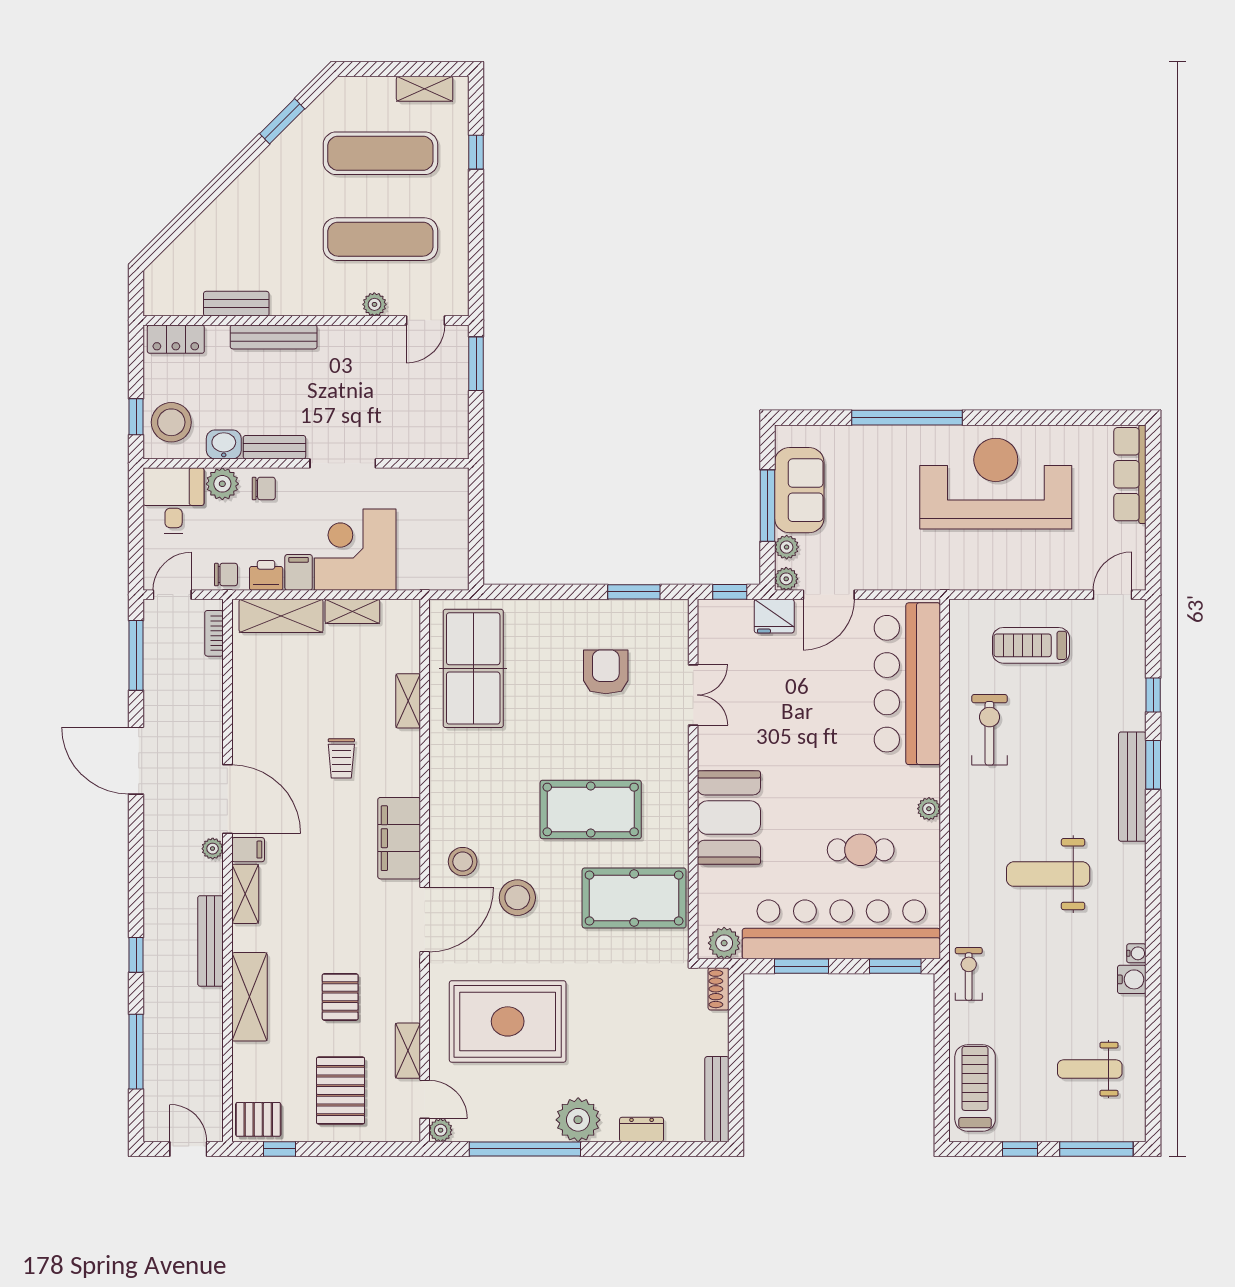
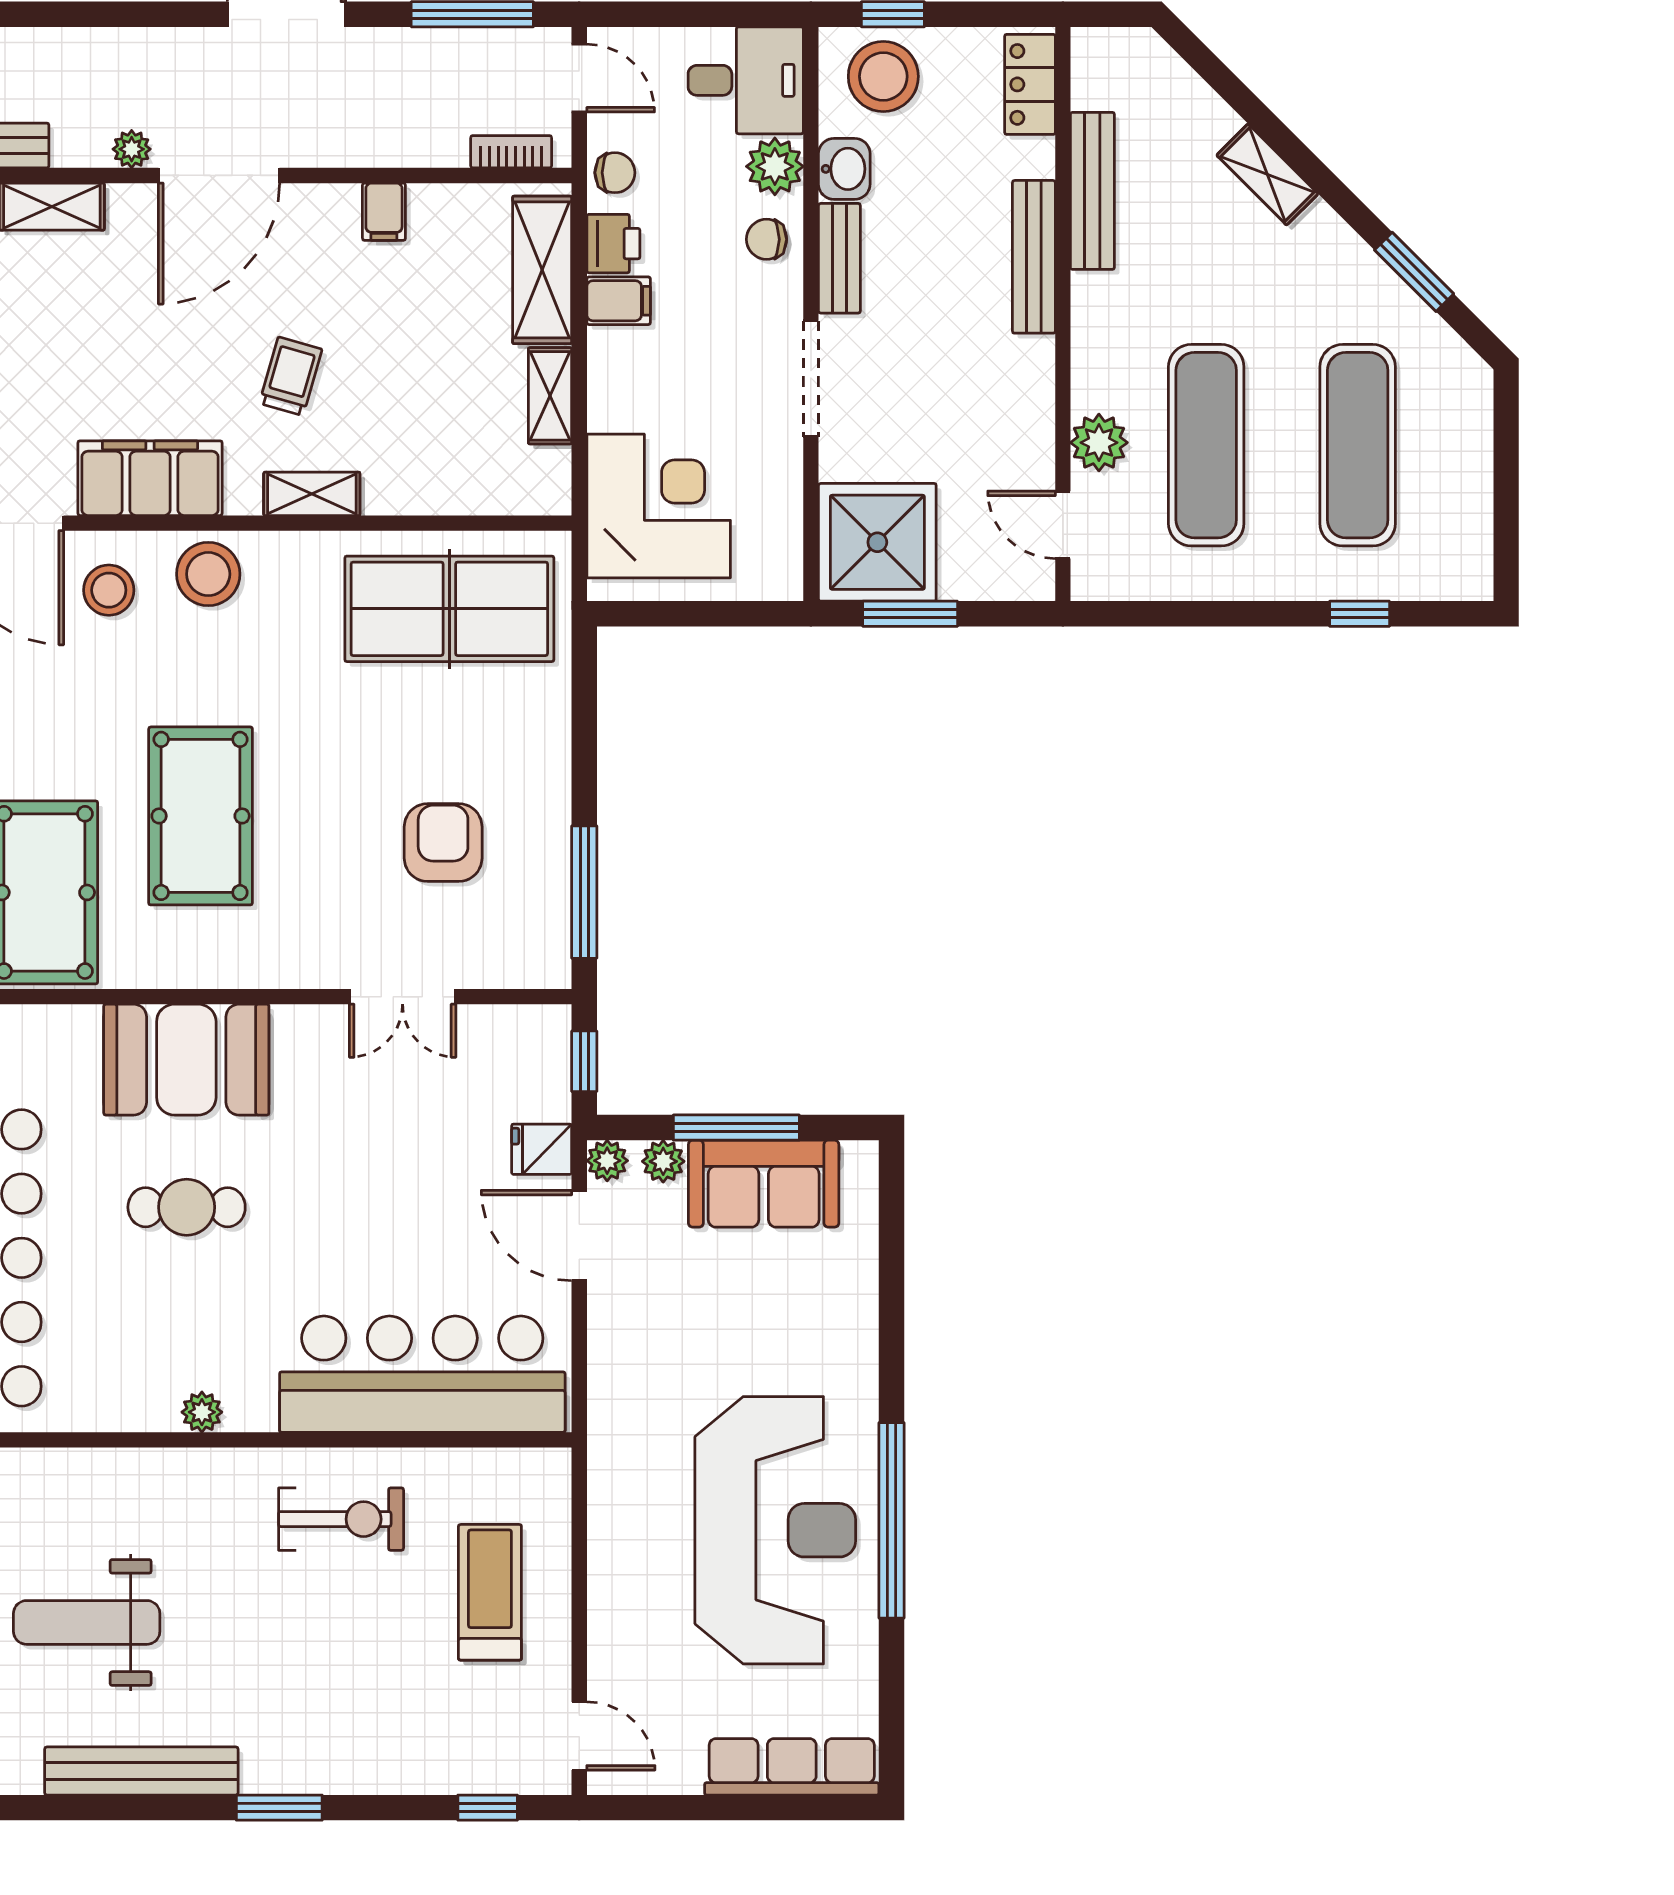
shelving: (425, 89) -> (1267, 174), moved, turned -45
bench: (236, 304) -> (1092, 191), width x1.36
plant: (374, 304) -> (1099, 443), width x1.38, depth x1.38
window: (476, 364) -> (910, 614), moved
window: (907, 418) -> (892, 1520), moved
shower: (436, 426) -> (877, 542), added
chair: (264, 488) -> (767, 239), turned 90
corner desk: (355, 550) -> (659, 506), moved
chair: (226, 575) -> (615, 173), turned -90
window: (634, 592) -> (584, 892), width x1.44
fridge: (774, 616) -> (542, 1149), width x0.72
armchair: (606, 672) -> (443, 843), turned -90
window: (1153, 695) -> (488, 1808), moved
shelving: (408, 701) -> (312, 494), moved
trolley: (341, 758) -> (291, 376), turned 106
bench: (1132, 787) -> (141, 1771), moved
filing cabinet: (248, 850) -> (384, 212), moved
cafe table: (861, 850) -> (187, 1207), moved, turned 90
weight bench: (1048, 874) -> (87, 1622), turned -90
stool: (517, 898) -> (208, 574), moved

